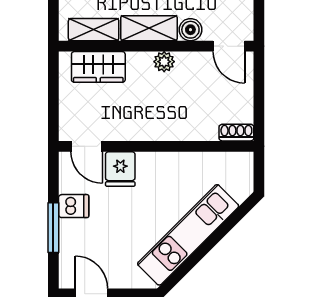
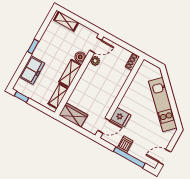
plant: (164, 62) -> (95, 61), moved
wardrobe: (98, 67) -> (73, 115), moved, turned -90
window: (53, 228) -> (129, 157), width x1.44

